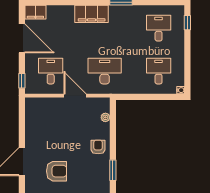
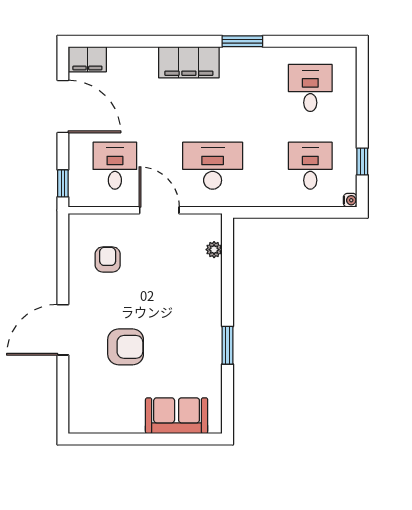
window: (187, 23) -> (362, 162), moved
armchair: (98, 147) -> (108, 259), moved

